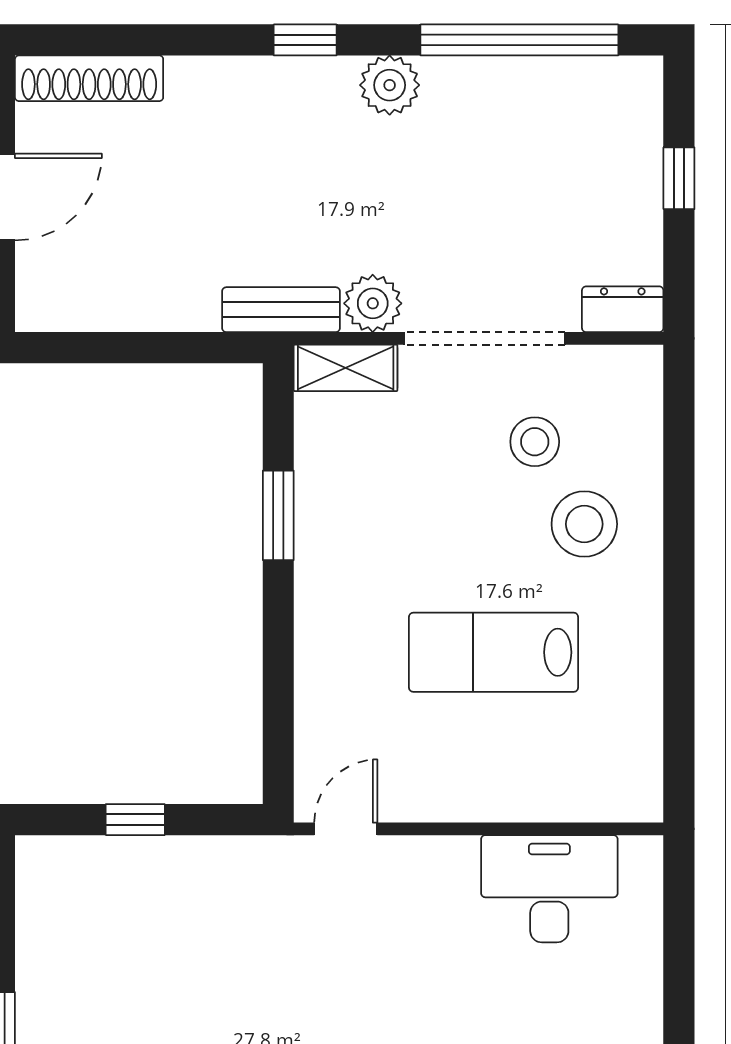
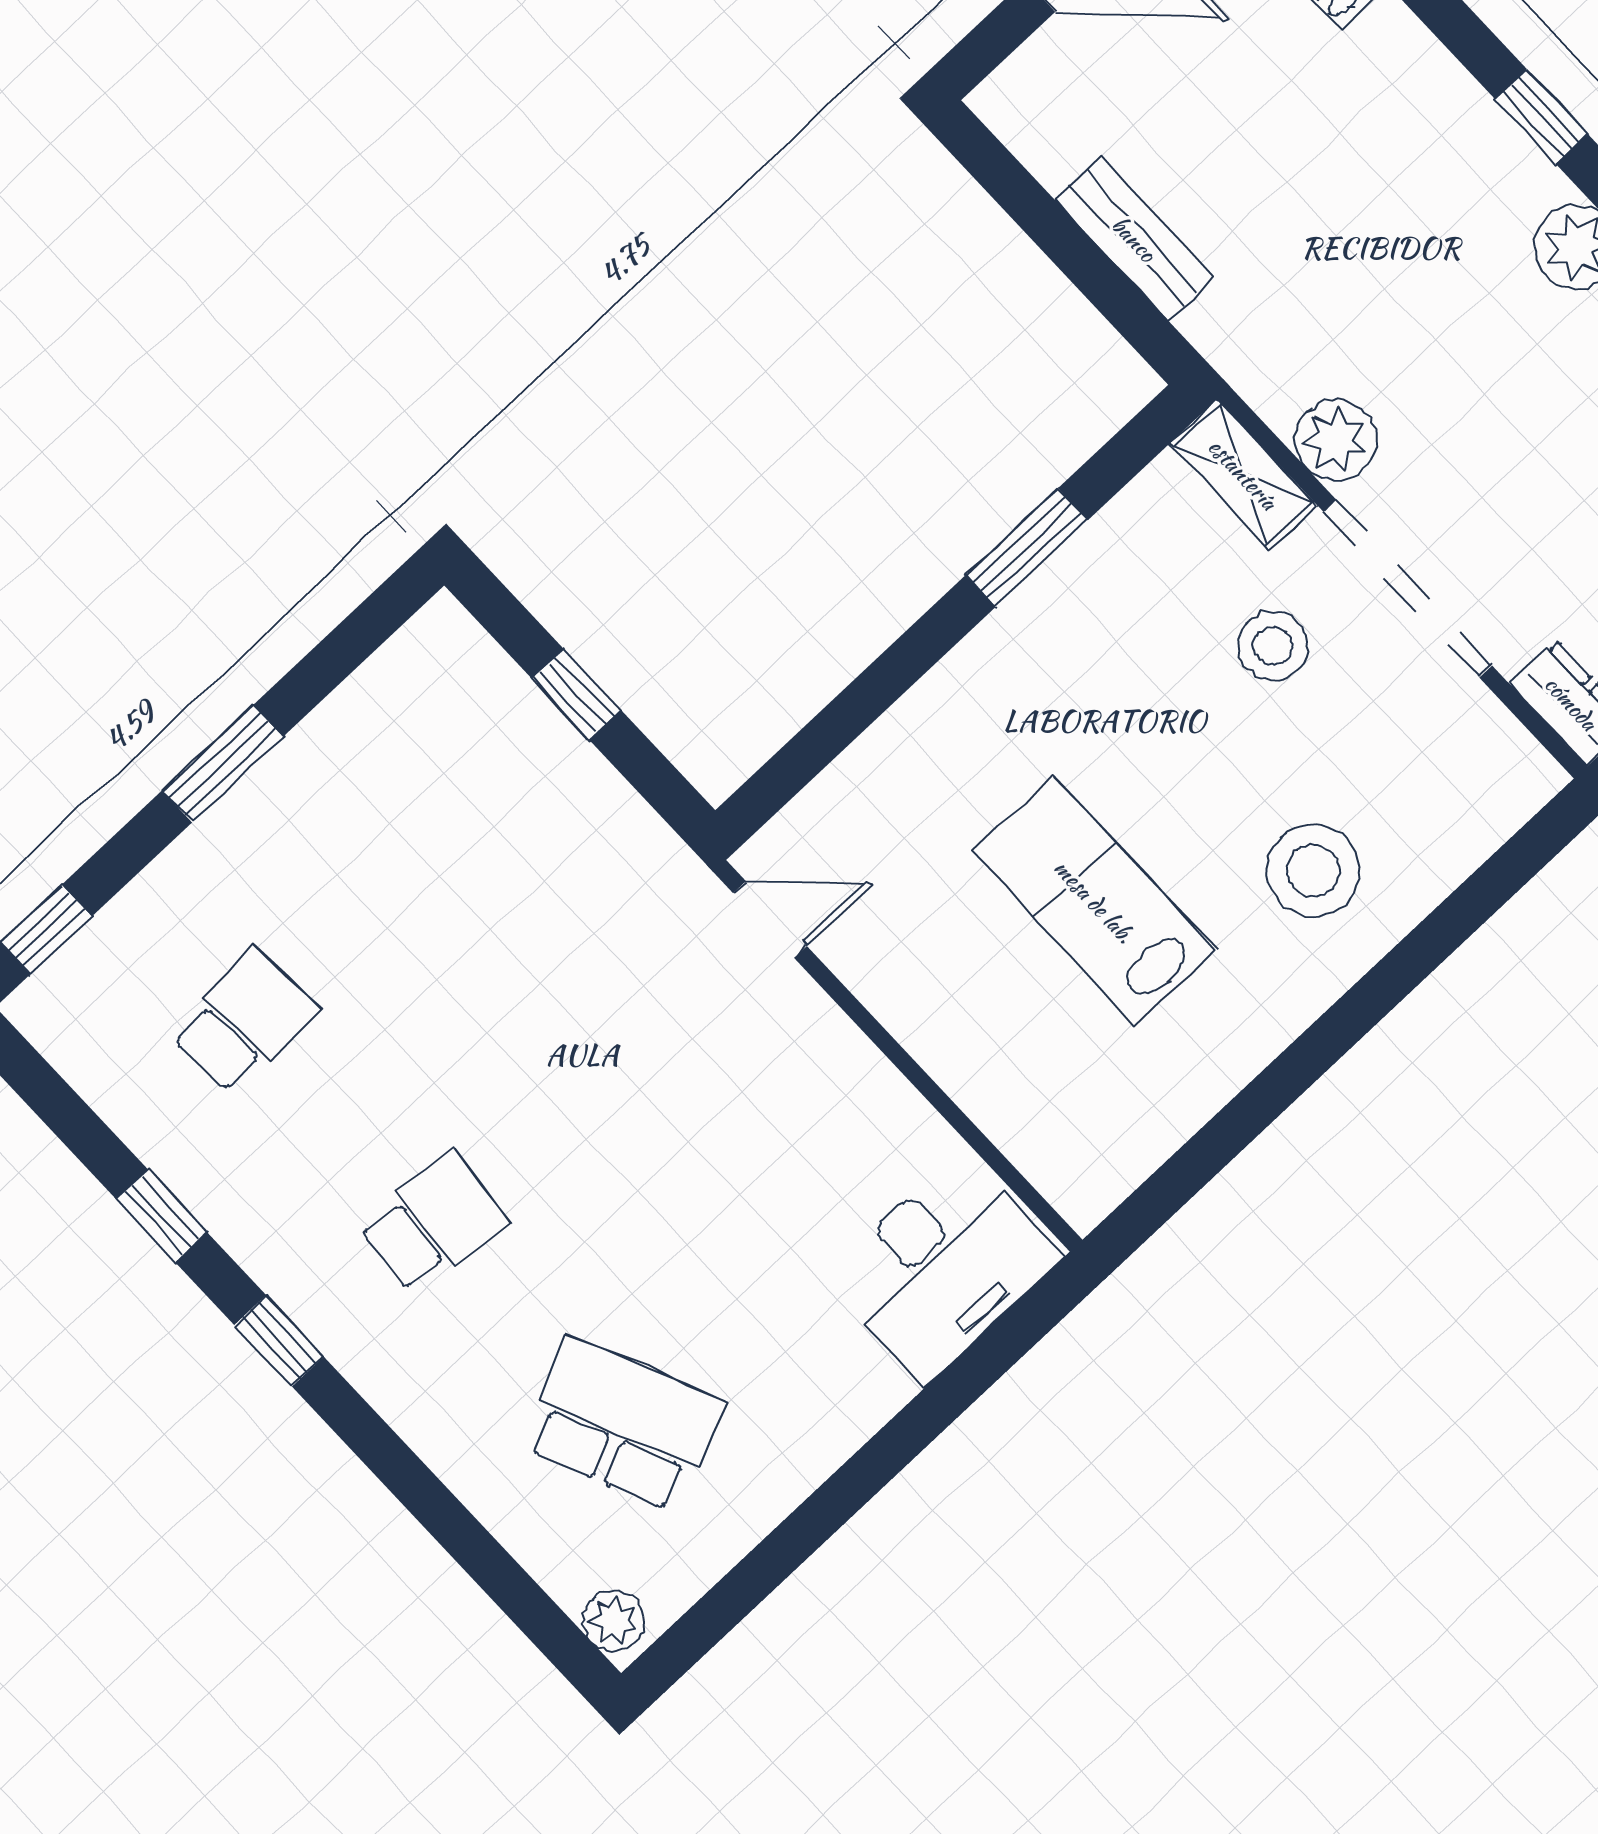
bench: (281, 310) -> (1134, 239), moved
stool: (535, 442) -> (1273, 646), moved
desk: (549, 889) -> (943, 1267), moved, turned 90

